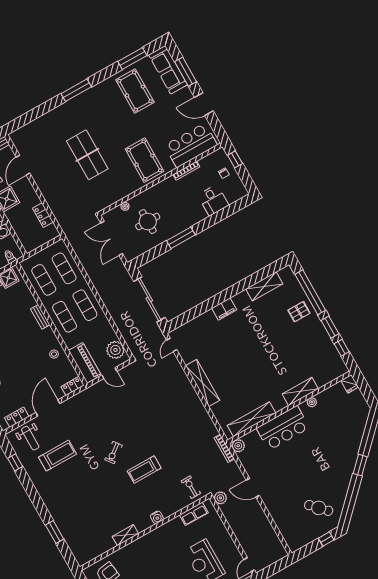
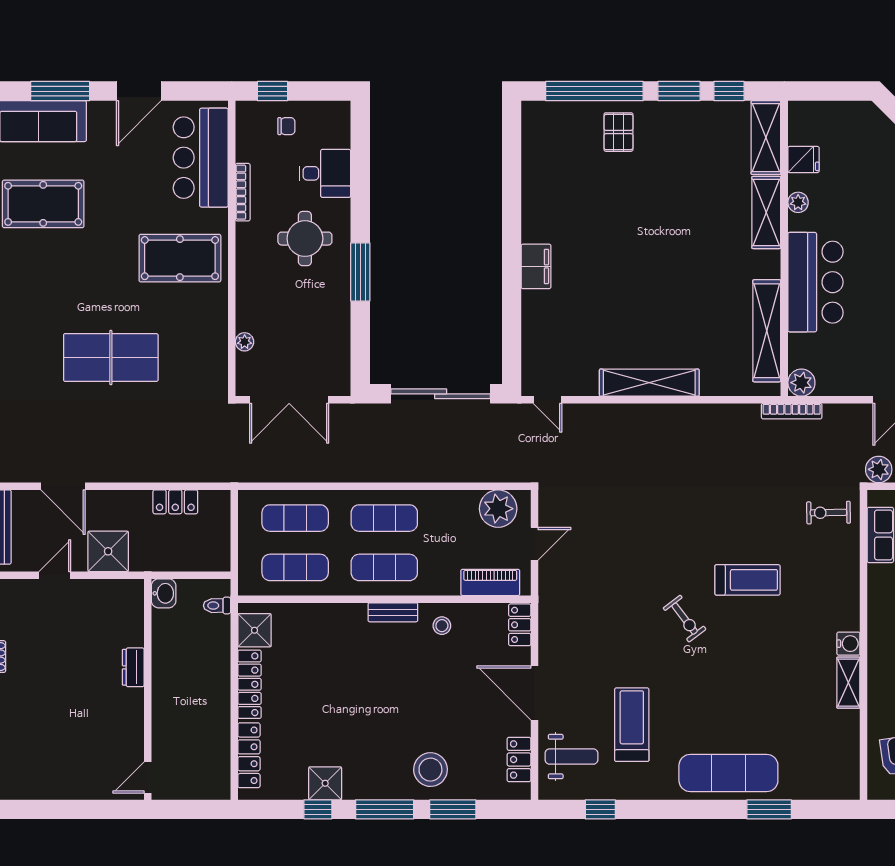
round table: (148, 222) -> (305, 239), moved
shelving: (264, 286) -> (766, 138), moved
bench: (40, 317) -> (393, 612), moved
piano: (85, 363) -> (490, 582), width x0.73, depth x0.75
fridge: (350, 384) -> (804, 160), moved
treadmill: (144, 469) -> (747, 580), turned -90
exercise mat: (60, 507) -> (728, 773), added
water cooler: (157, 517) -> (848, 644), moved

